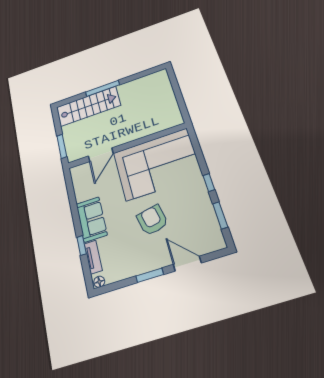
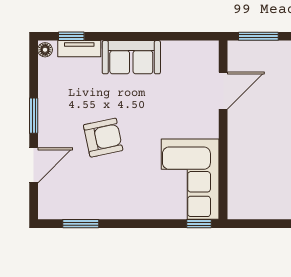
door: (101, 155) -> (223, 91), swing flipped
corner sofa: (157, 164) -> (190, 179), width x0.73, depth x0.74
window: (209, 182) -> (199, 224), moved
window: (82, 245) -> (71, 36), moved

